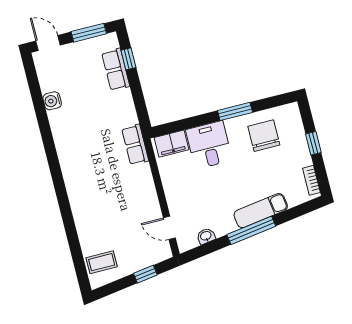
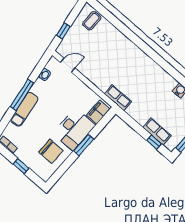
window: (235, 111) -> (84, 145), moved
desk: (209, 145) -> (74, 129), width x1.37

